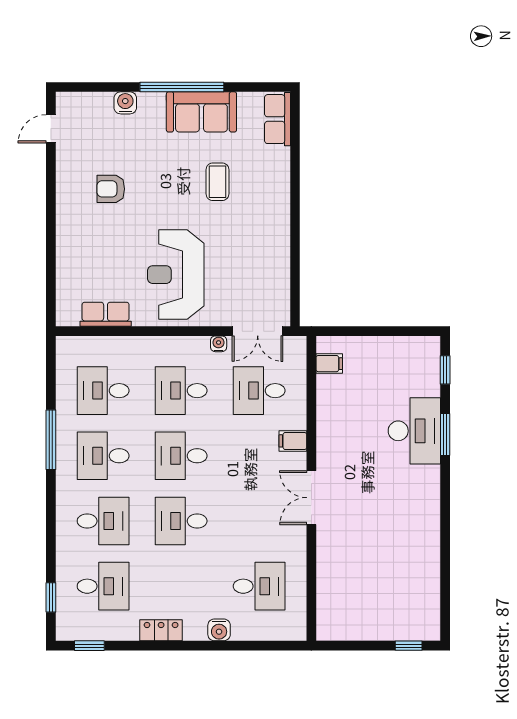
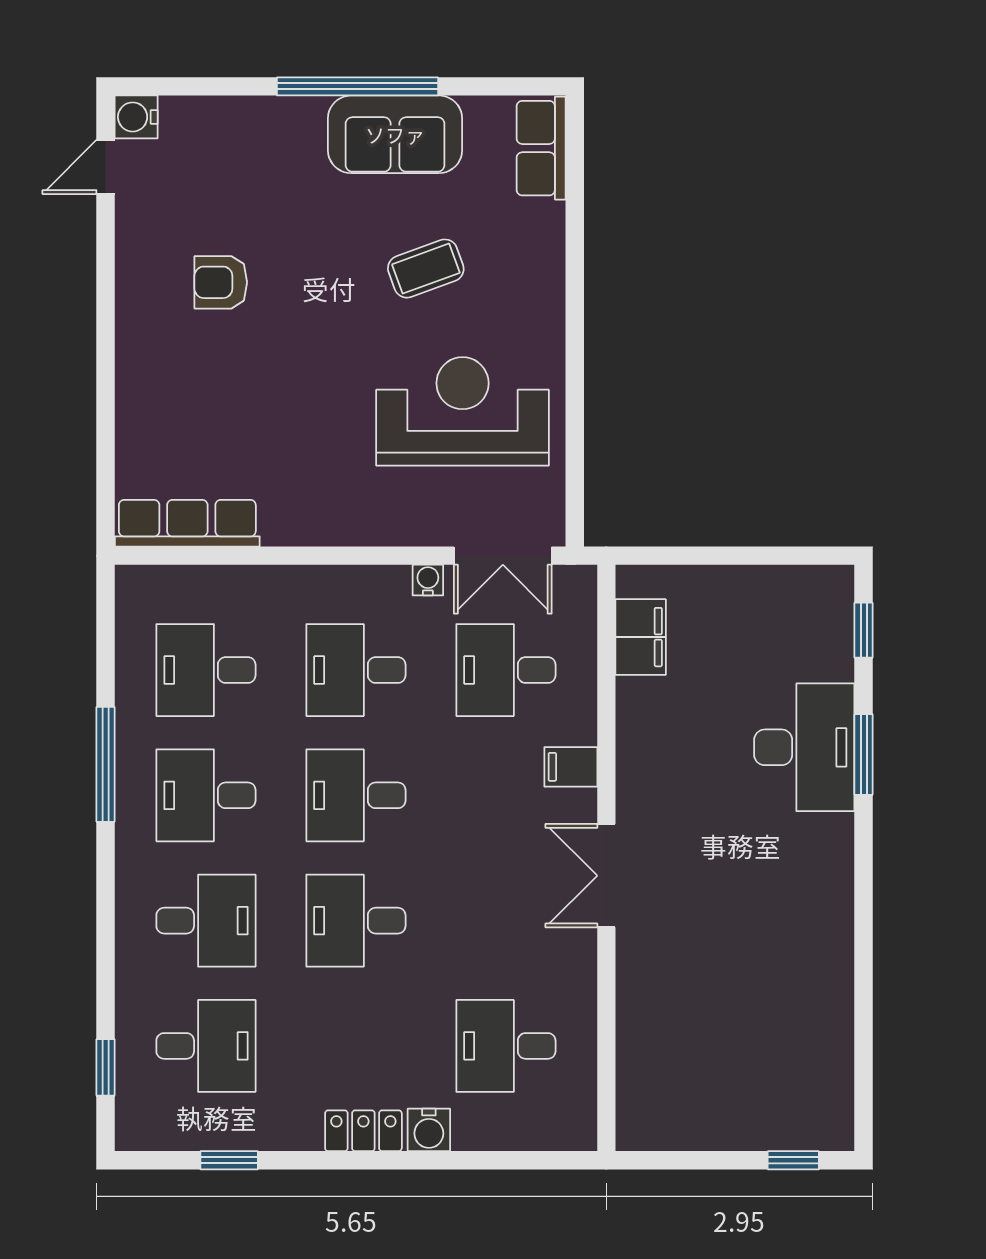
water cooler: (125, 103) -> (136, 117), moved, turned -90
coffee table: (217, 182) -> (426, 269), turned 70
reception desk: (176, 275) -> (463, 411), moved, turned 90
row of seats: (106, 314) -> (187, 523), width x1.48
filing cabinet: (329, 364) -> (641, 637), width x2.00
desk: (259, 586) -> (506, 1046), turned 180
locker: (161, 630) -> (363, 1131), moved
window: (89, 646) -> (229, 1160), moved

